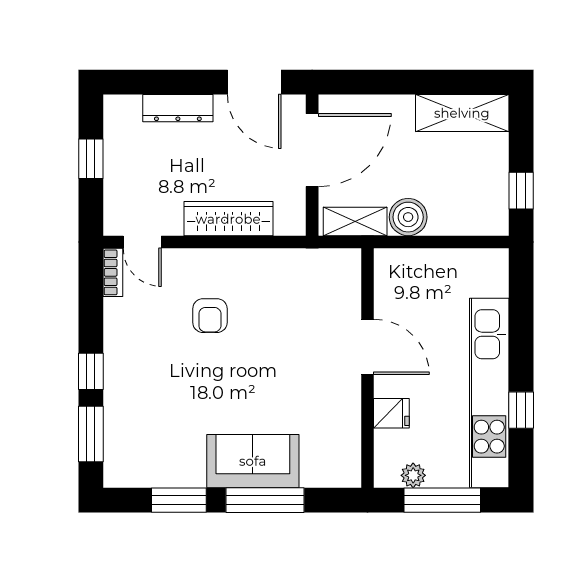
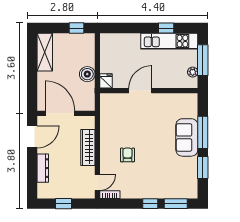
shelving: (355, 222) -> (89, 96), removed
armchair: (210, 316) -> (127, 155), turned -90
kitchen unit: (489, 393) -> (169, 41), width x0.73
fridge: (391, 413) -> (106, 81), moved

